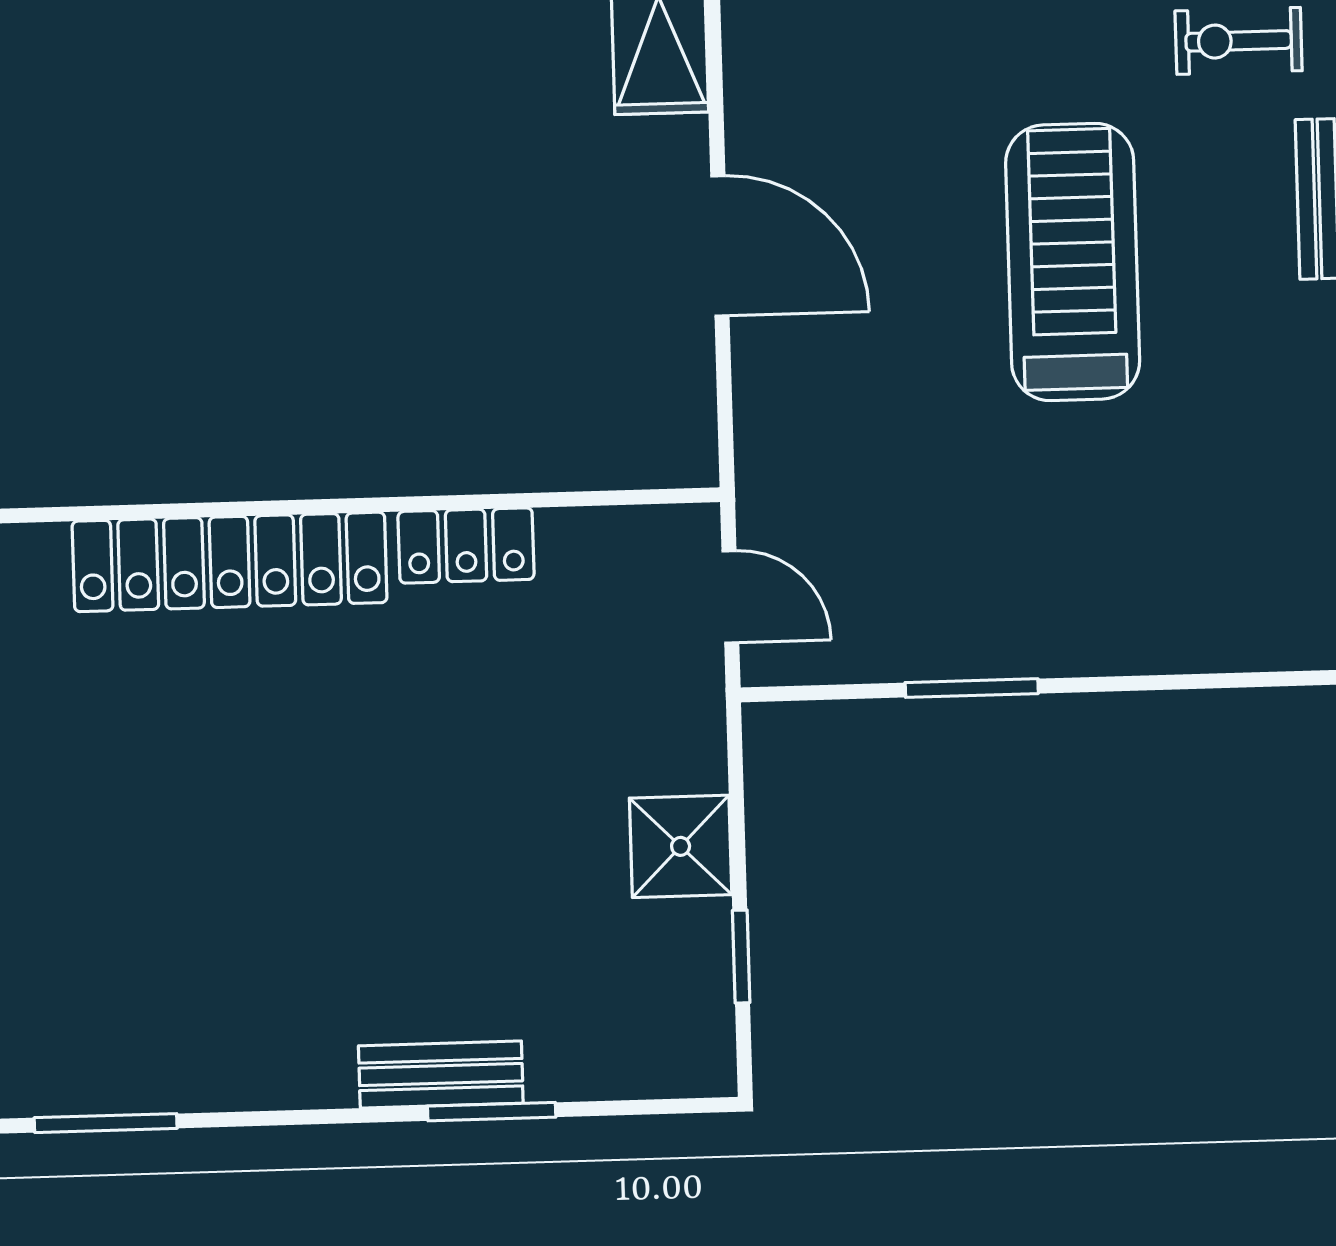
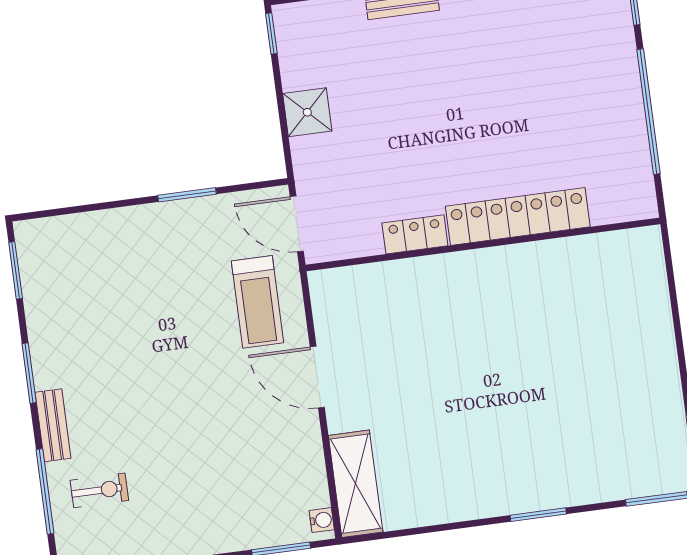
treadmill: (1073, 262) -> (258, 302), moved, width x0.73, depth x0.73
door: (730, 597) -> (297, 224), width x1.38
window: (741, 957) -> (271, 34), moved

